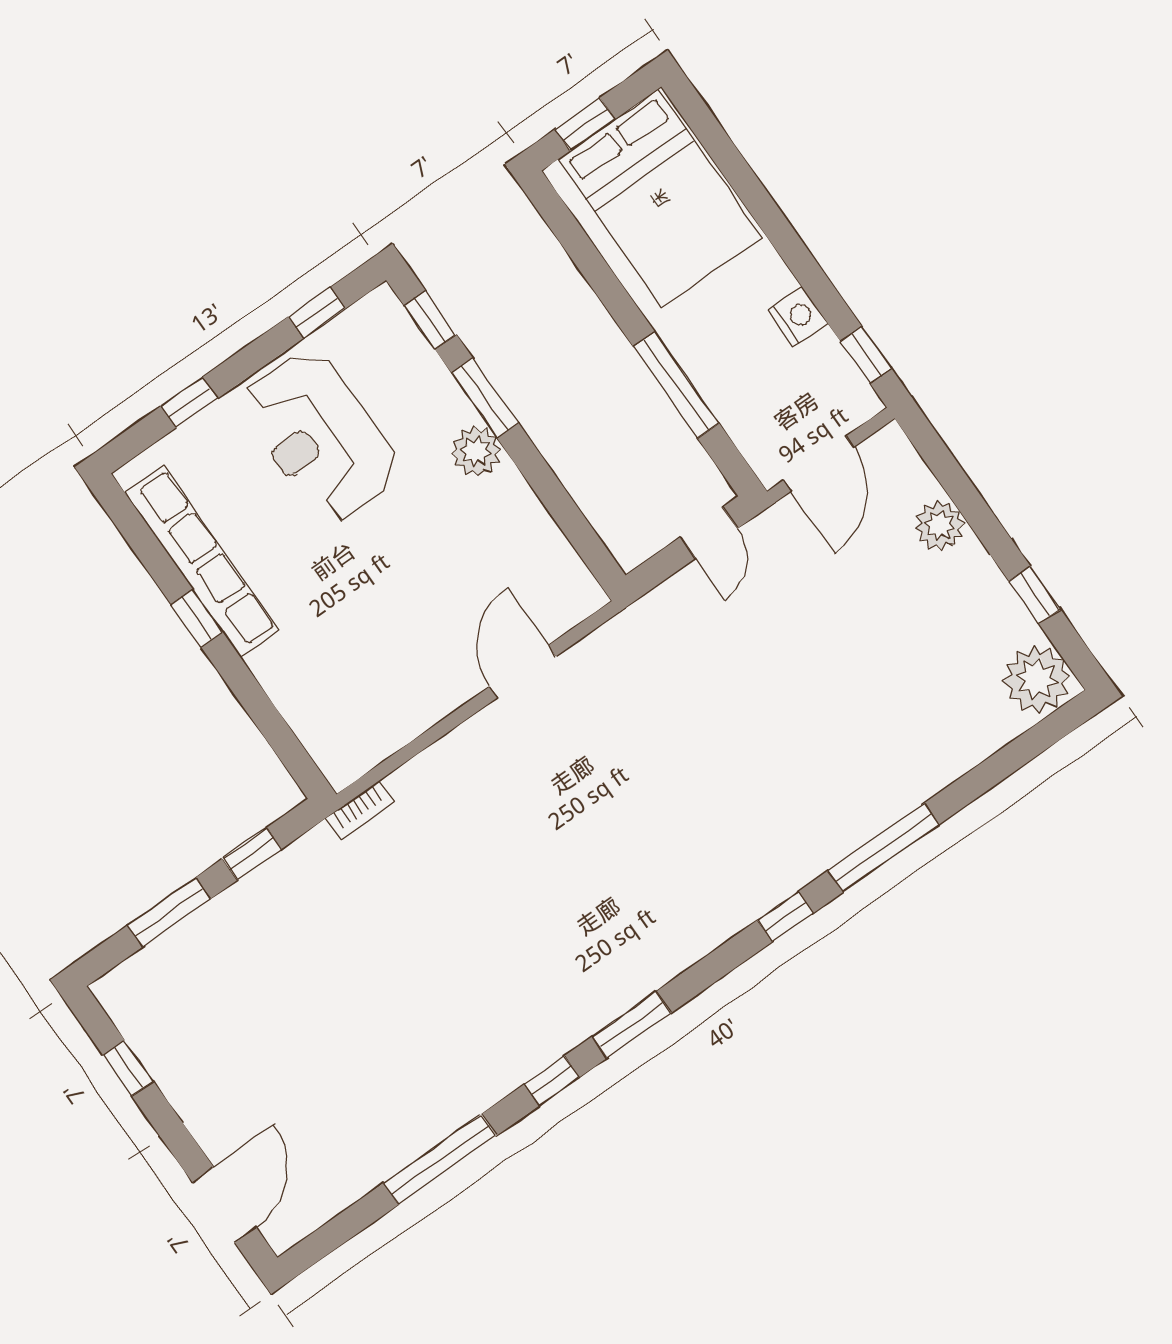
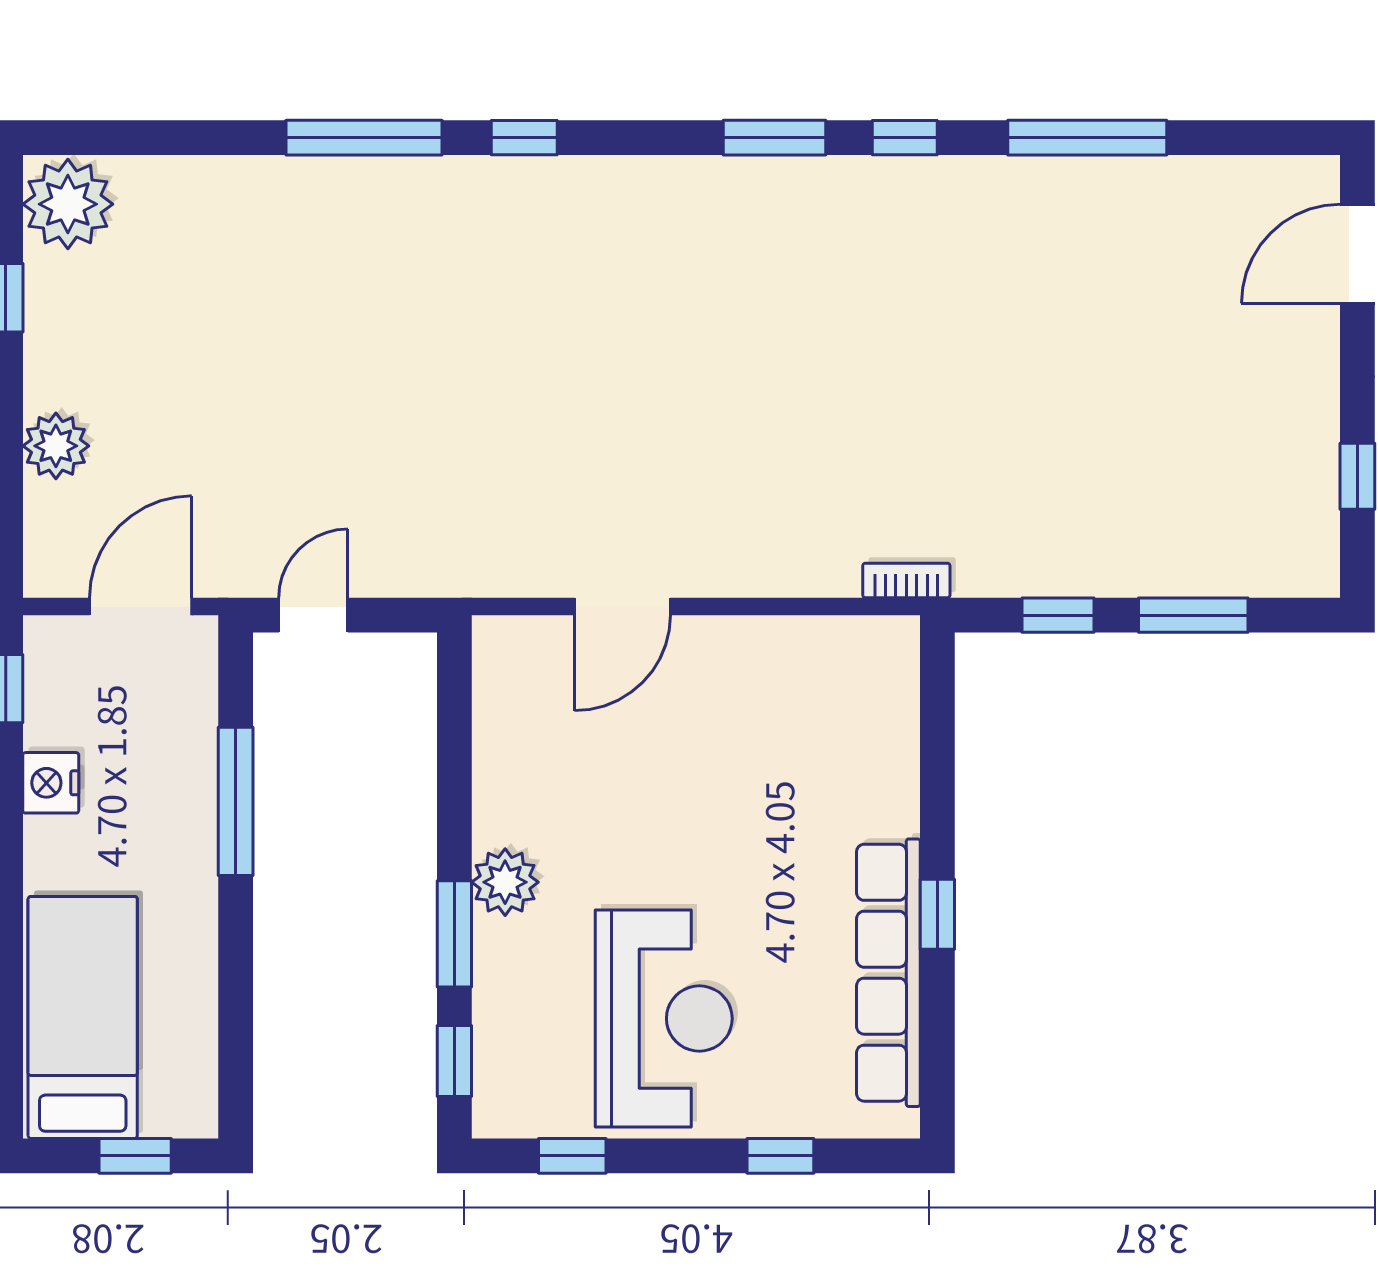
bed: (660, 198) -> (83, 1017), width x0.67

